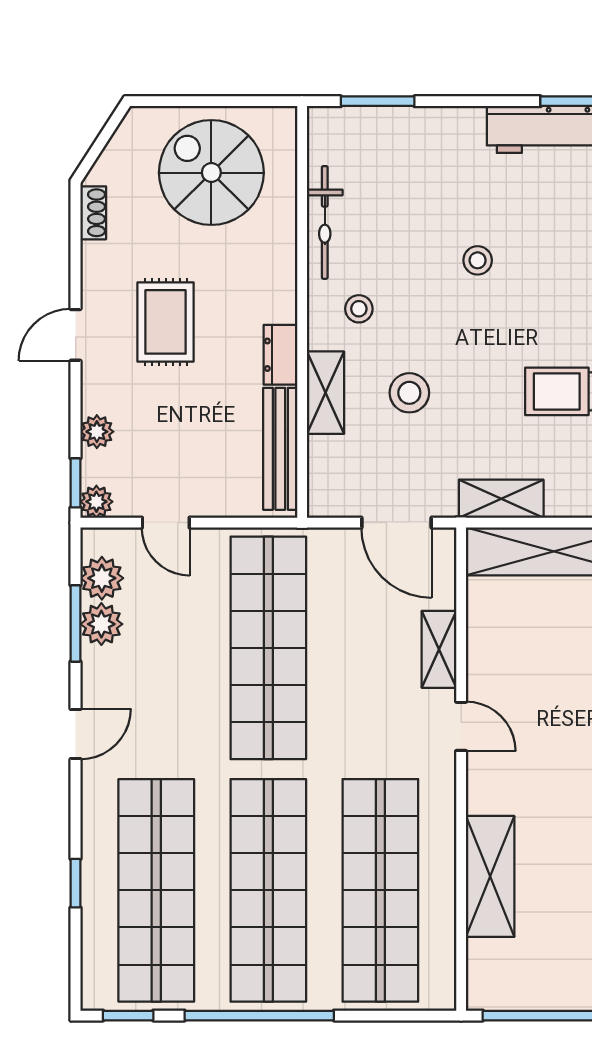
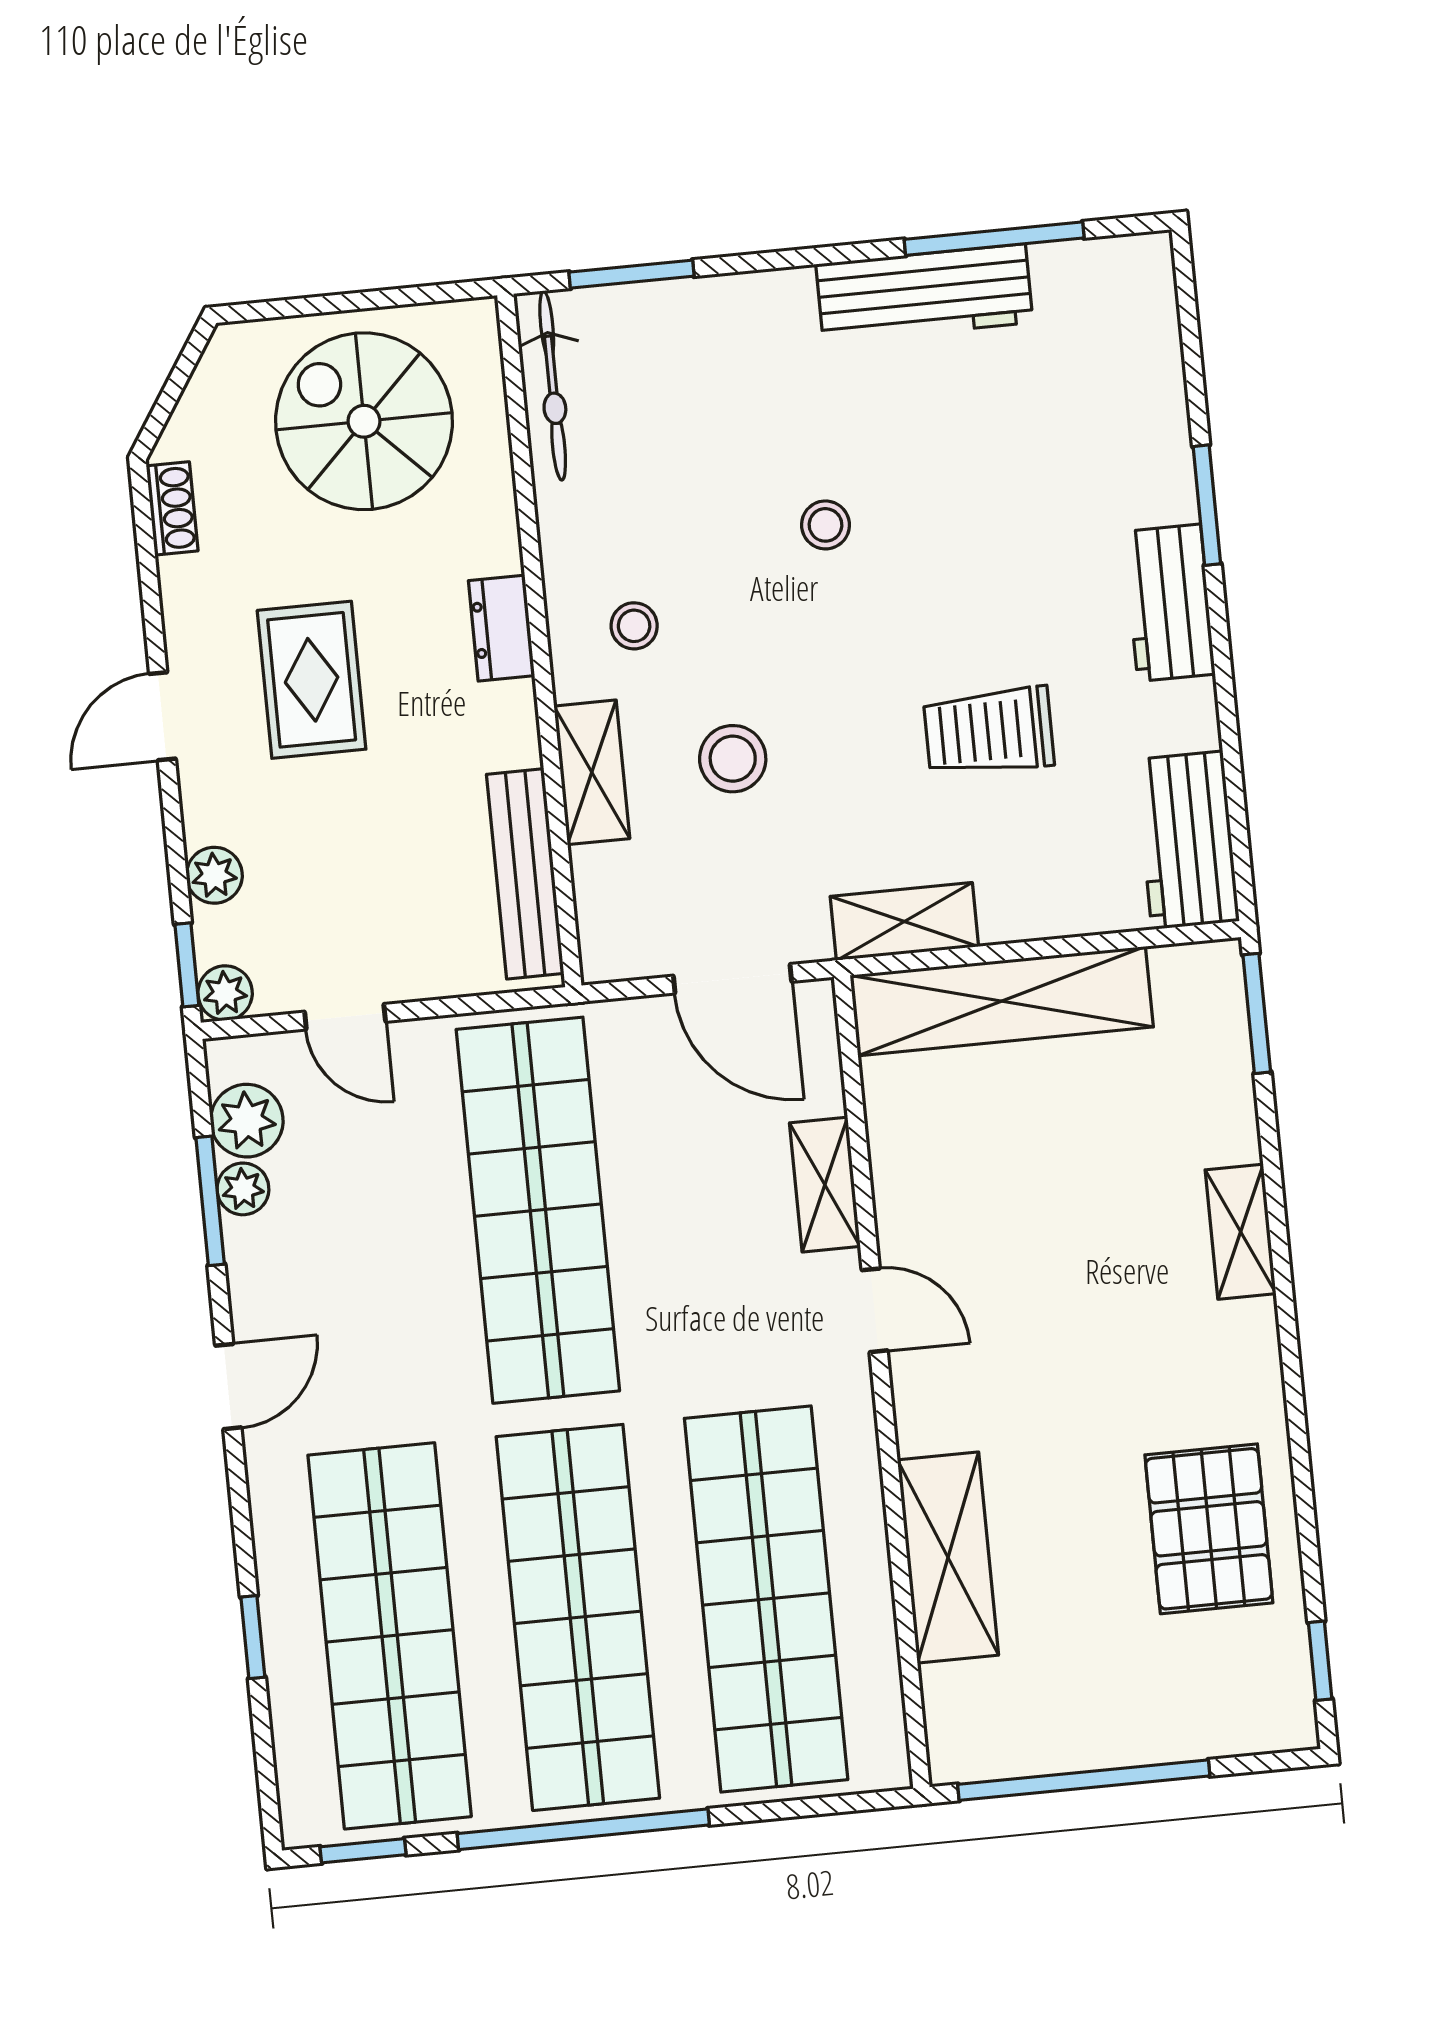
bicycle: (325, 222) -> (553, 386), moved
dresser: (281, 355) -> (501, 628), moved
plant: (101, 624) -> (243, 1189), width x0.73, depth x0.73

